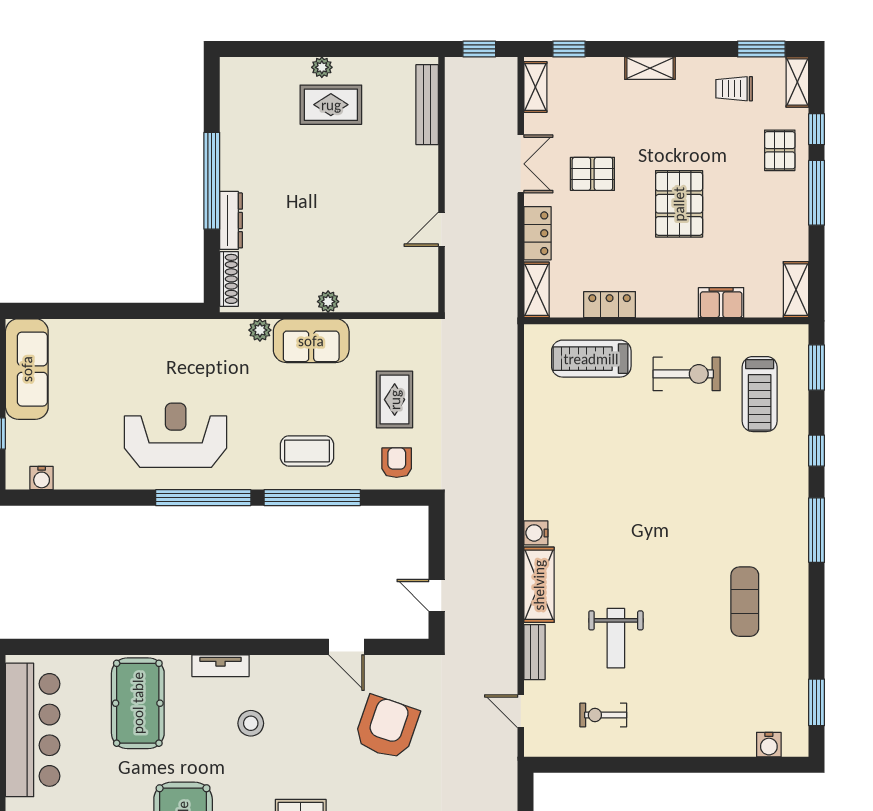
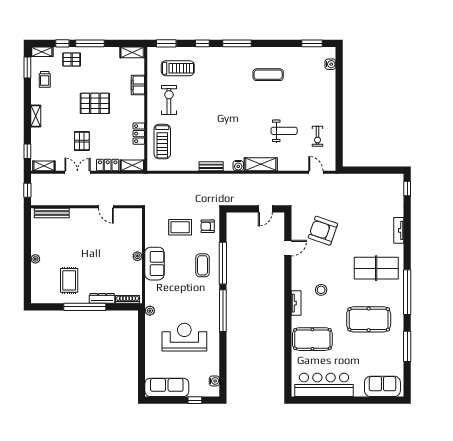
rug: (331, 105) -> (69, 280), moved
plant: (260, 330) -> (150, 311), moved
reception desk: (176, 435) -> (184, 337), moved, turned 90
bench: (534, 652) -> (211, 166), moved
door: (521, 711) -> (316, 172), swing flipped

